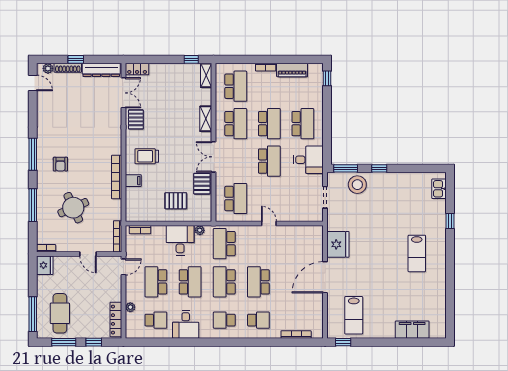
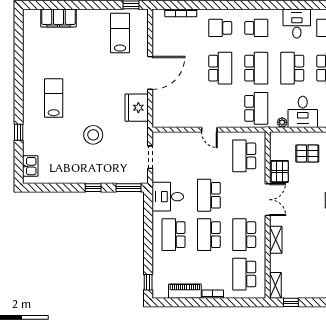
stool: (357, 185) -> (93, 135), moved

